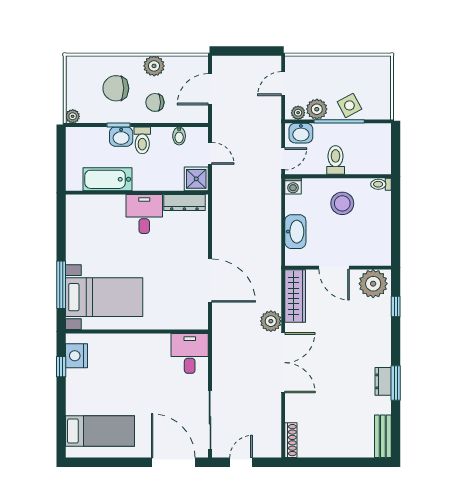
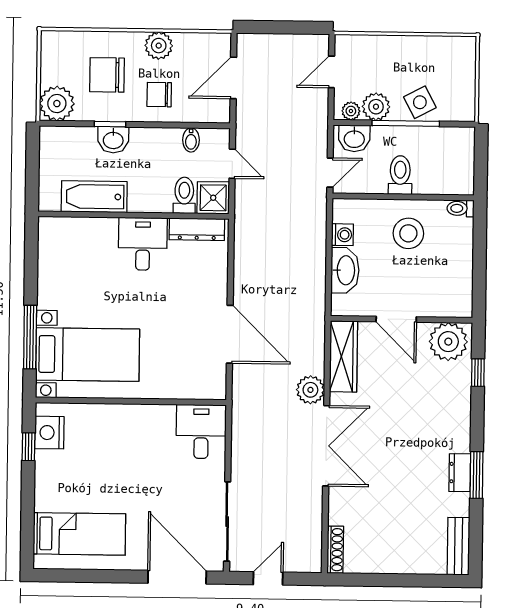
plant: (73, 116) -> (57, 104), width x1.87, depth x1.87
toilet: (142, 140) -> (184, 195), moved, turned 180
washing machine: (293, 186) -> (342, 235), moved, turned -90

